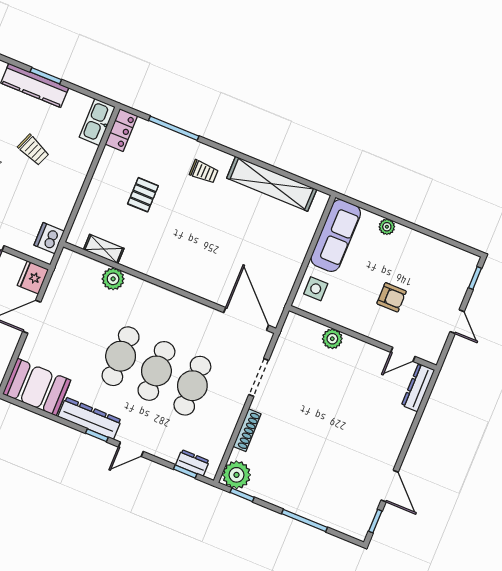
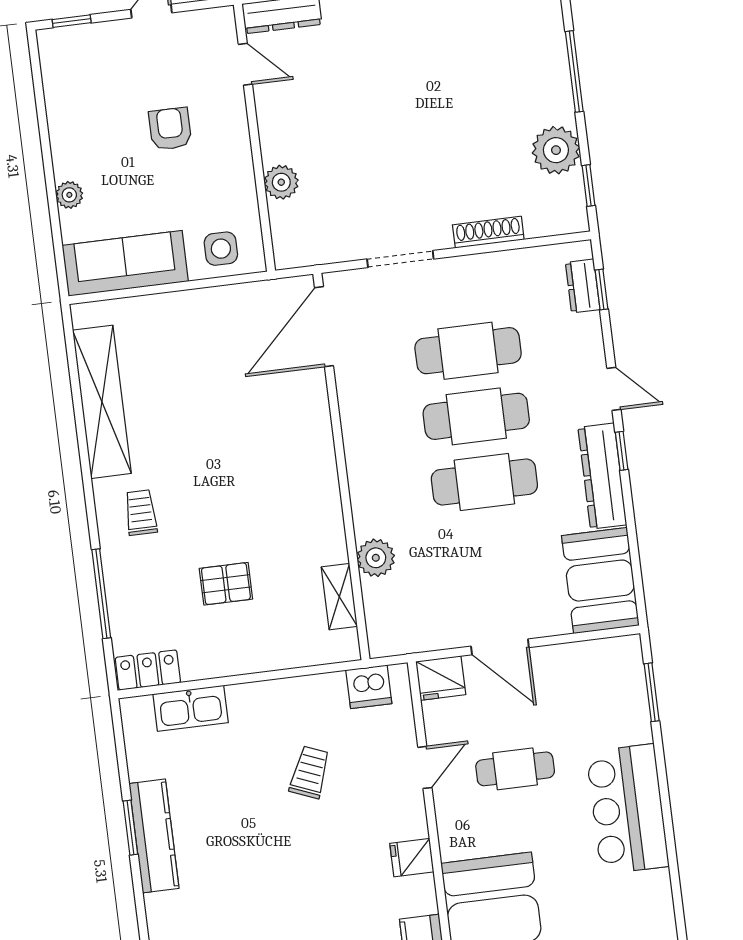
kitchen sink: (97, 122) -> (191, 708), moved
trolley: (33, 150) -> (310, 772), moved
plant: (237, 475) -> (556, 150), moved

